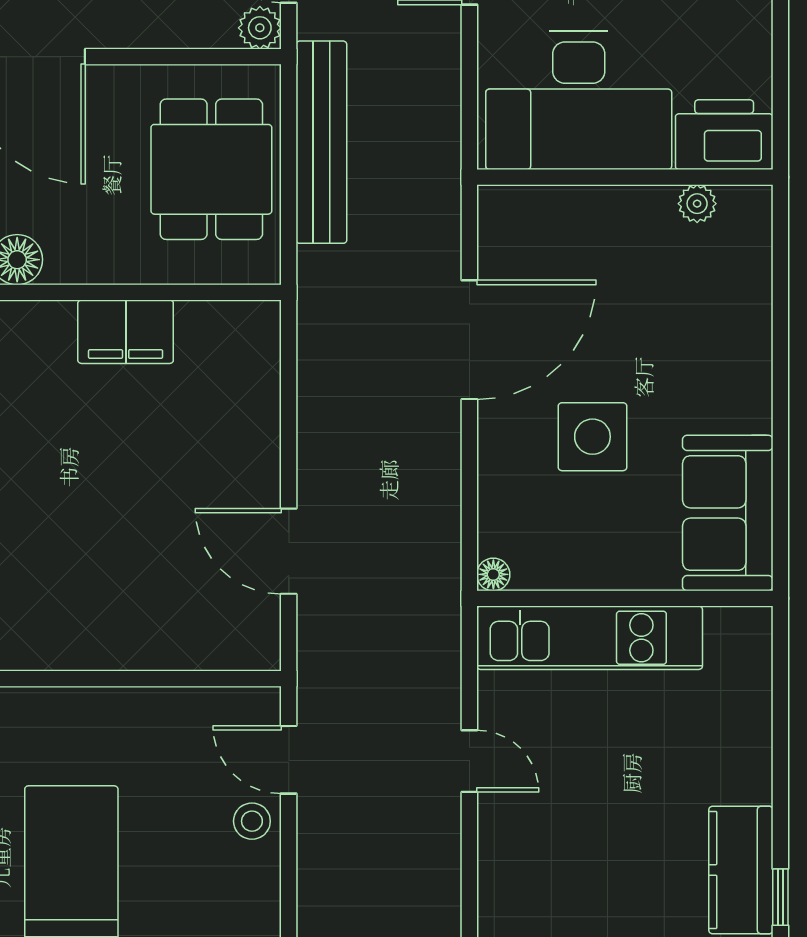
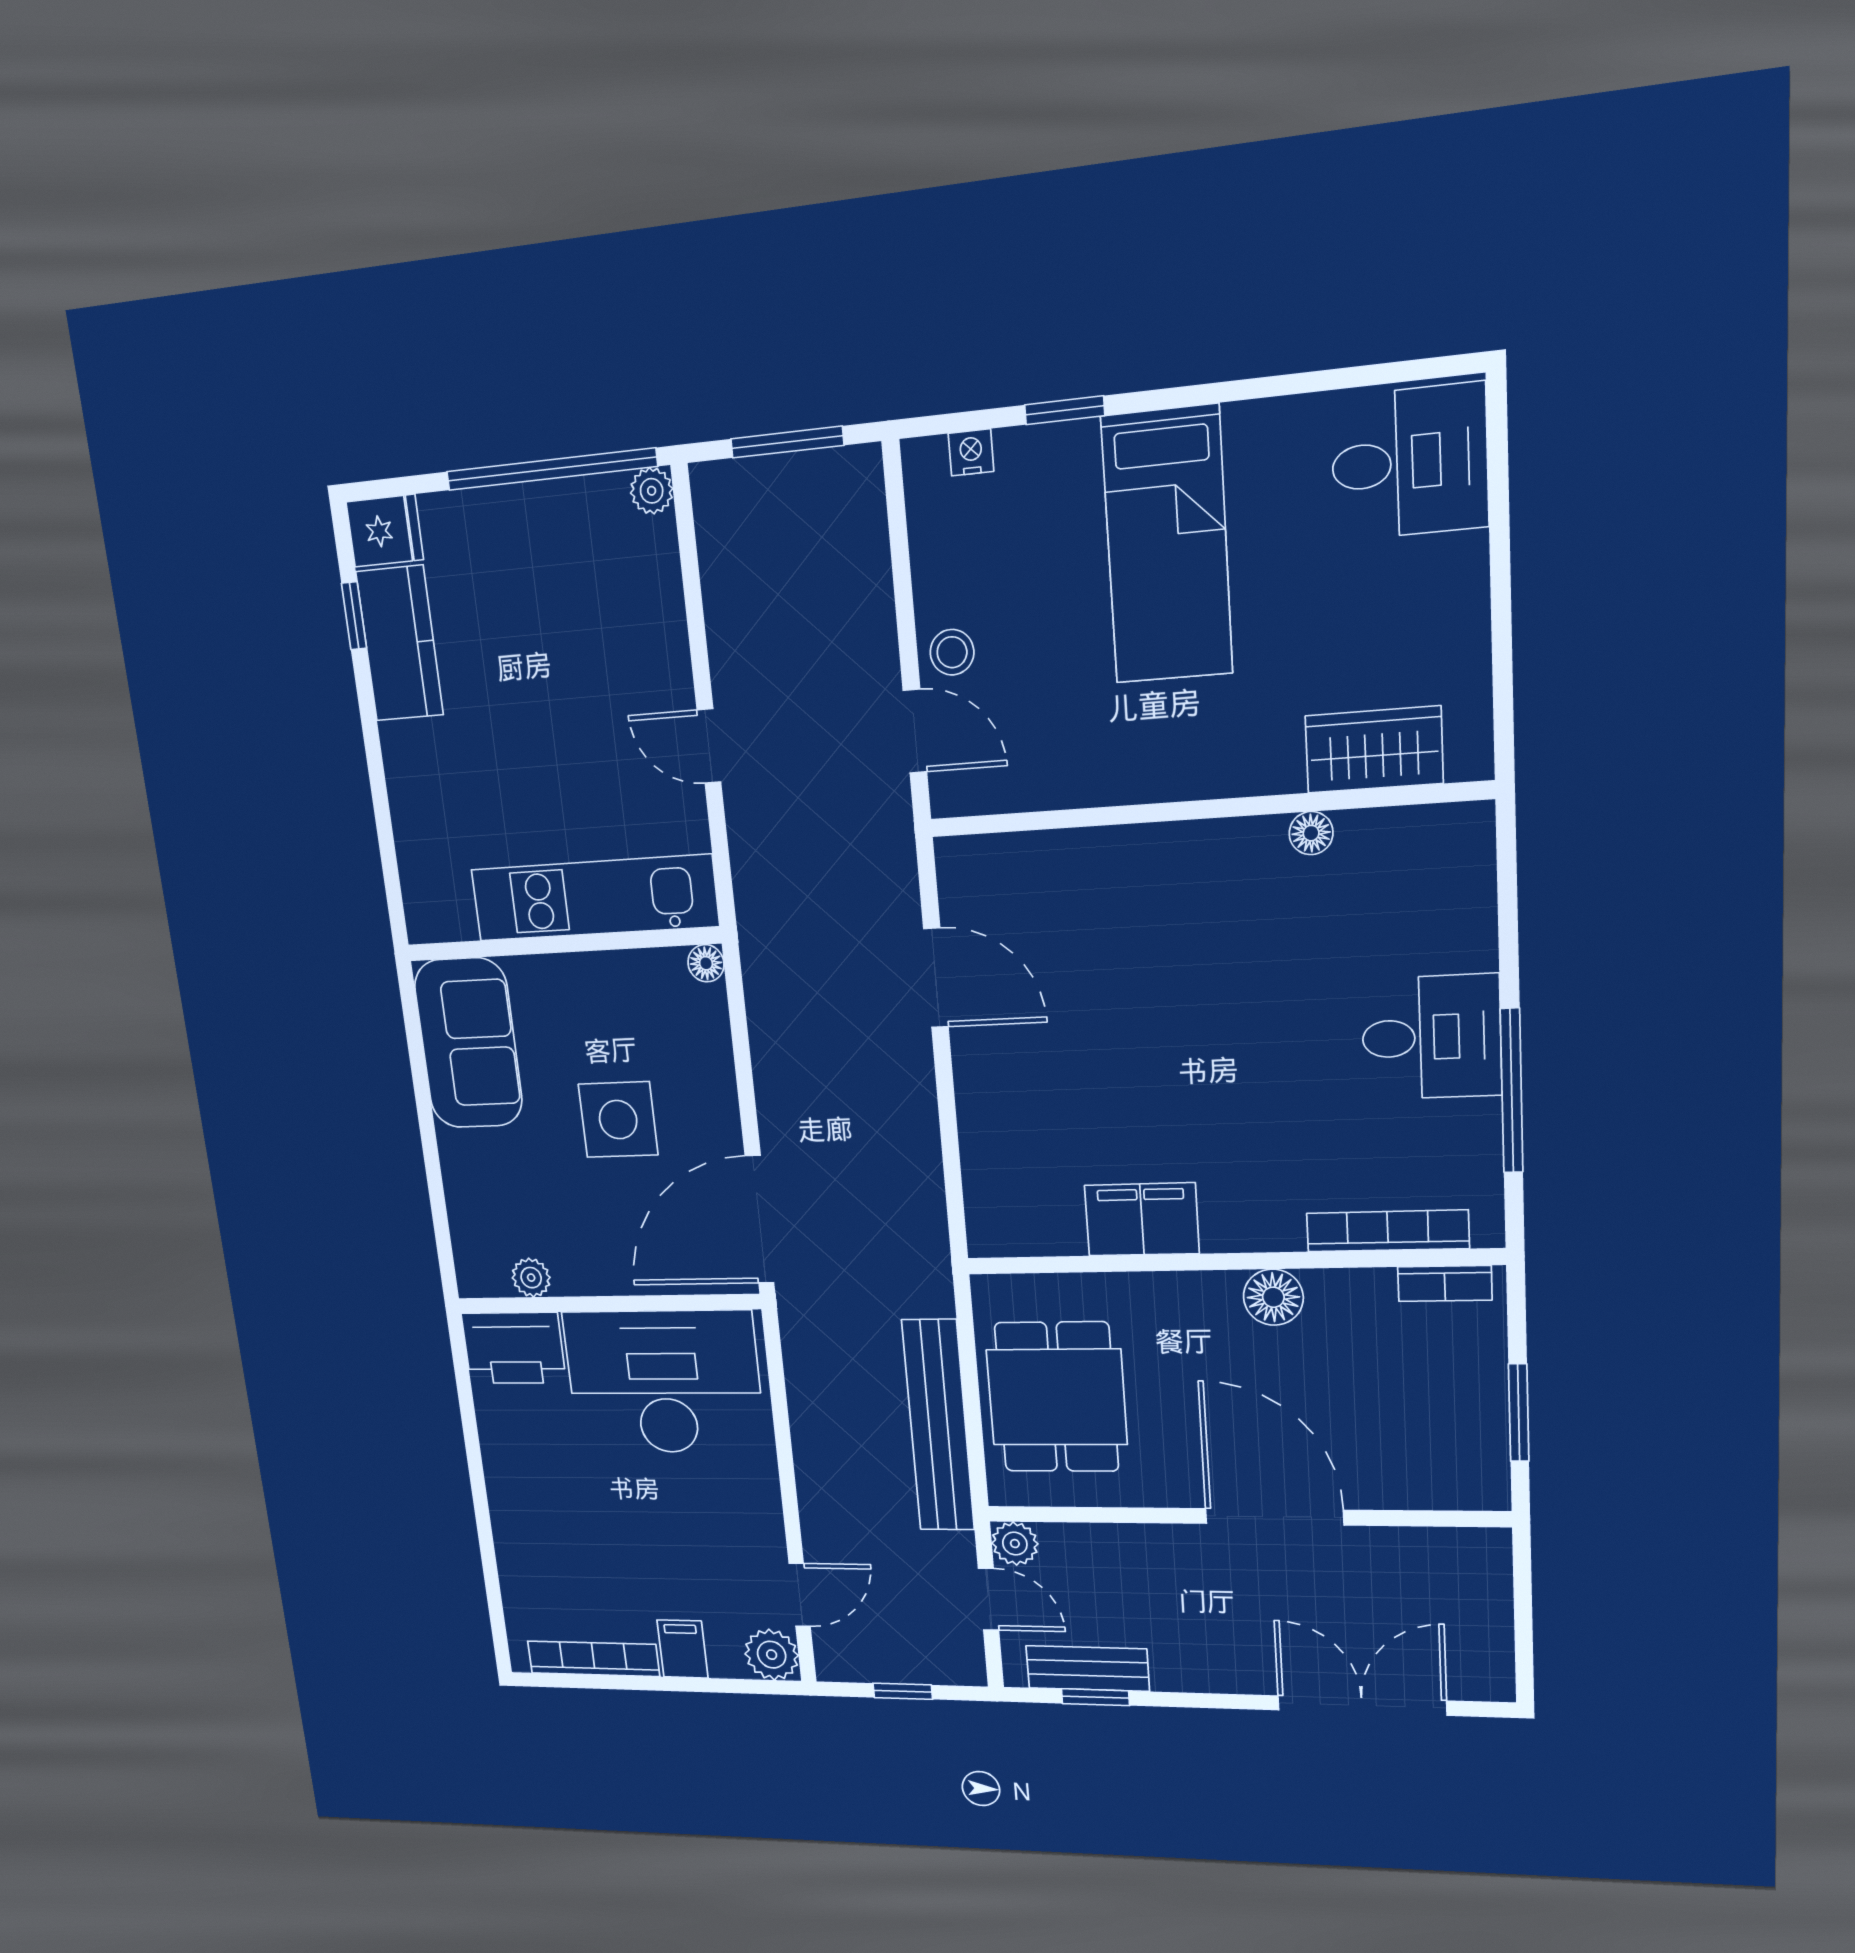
desk: (579, 100) -> (664, 1382), moved
printer: (724, 135) -> (514, 1348), moved
wall: (625, 177) -> (607, 1304), moved
plant: (697, 204) -> (531, 1278), moved

